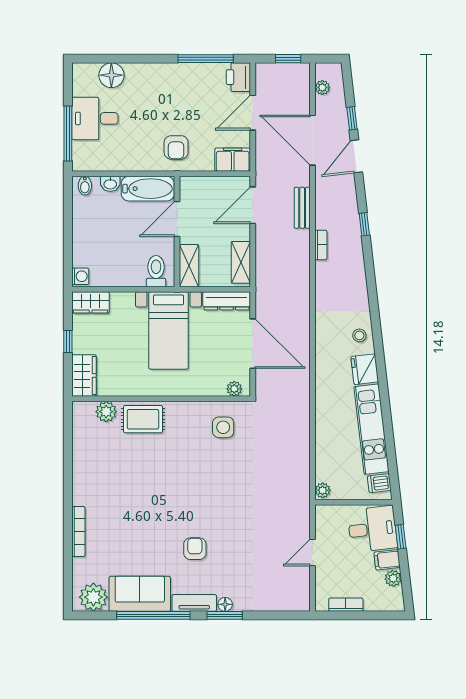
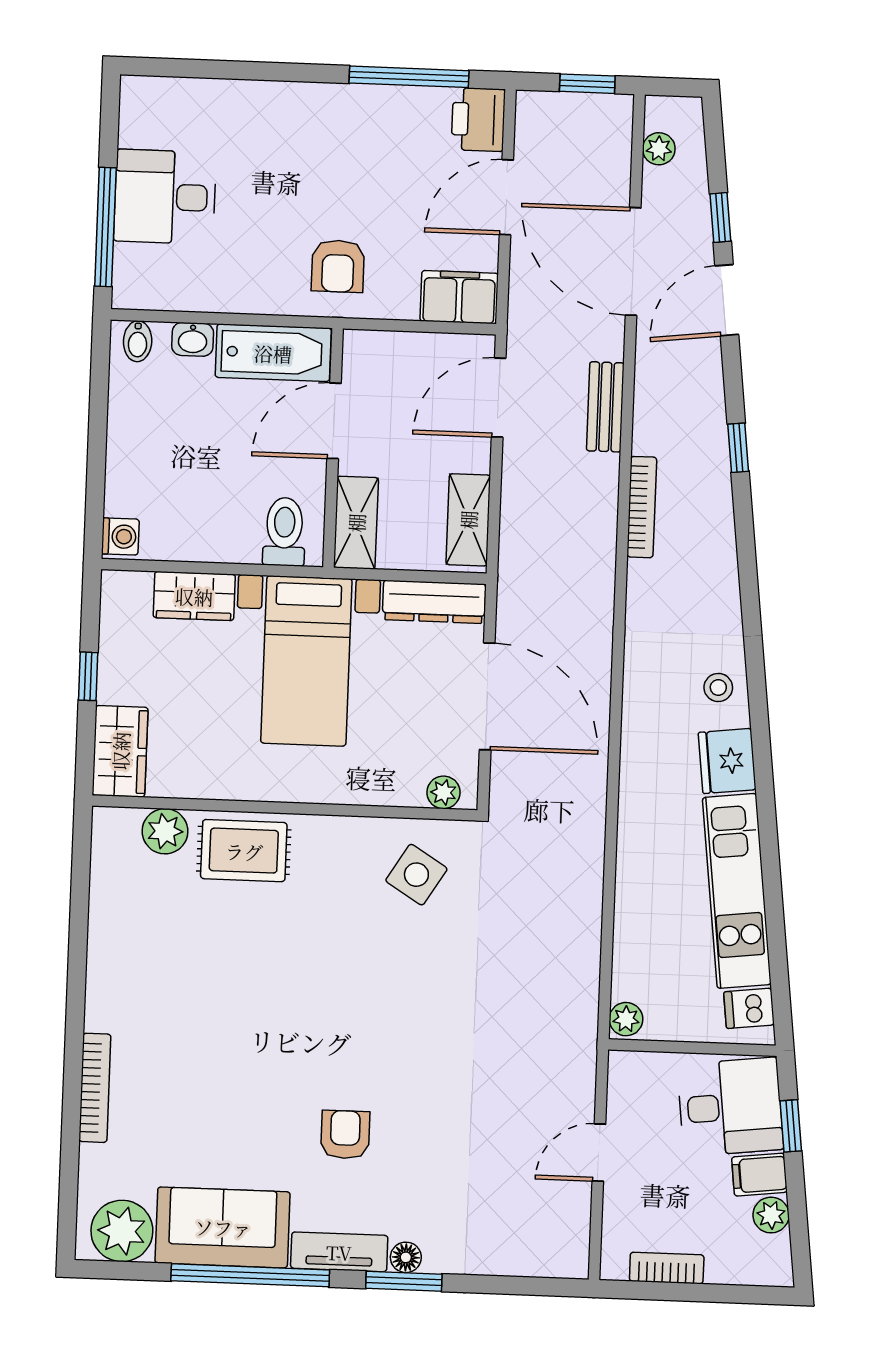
floor lamp: (111, 75) -> (204, 105), removed
bookcase: (321, 245) -> (642, 507), width x1.56
wardrobe: (91, 302) -> (194, 596), moved
side table: (223, 427) -> (416, 875), turned 32

